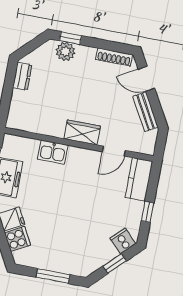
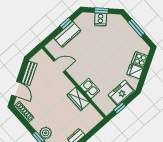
wardrobe: (82, 132) -> (78, 99), moved
kitchen counter: (139, 179) -> (67, 34), moved
cooker: (123, 241) -> (101, 19), moved

